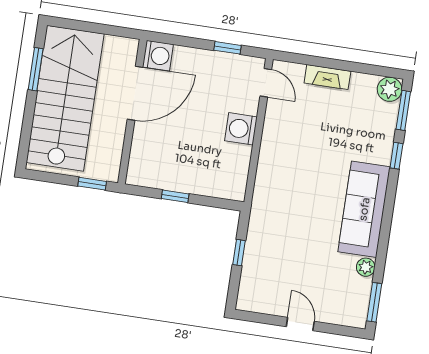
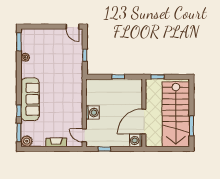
sofa: (364, 209) -> (30, 99), moved
door: (300, 324) -> (72, 27), moved

